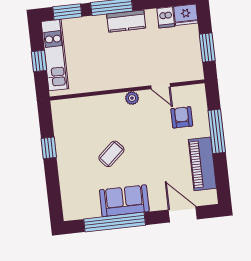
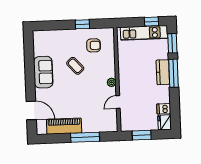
kitchen counter: (126, 21) -> (163, 72), moved
window: (39, 61) -> (151, 22), moved
armchair: (182, 117) -> (94, 45), moved
door: (183, 214) -> (31, 110), hinge flipped
window: (115, 222) -> (29, 65), removed

